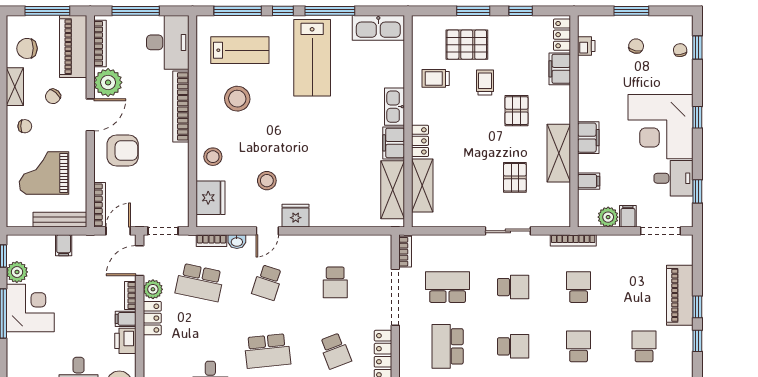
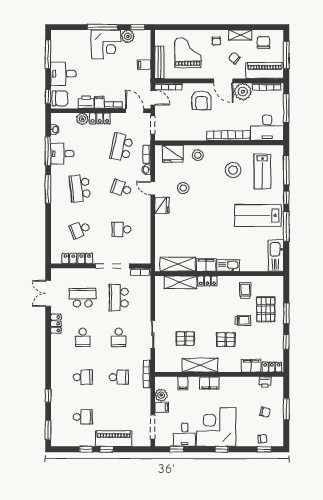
school desk: (448, 287) -> (119, 298), turned 180
plant: (153, 289) -> (82, 119), moved

